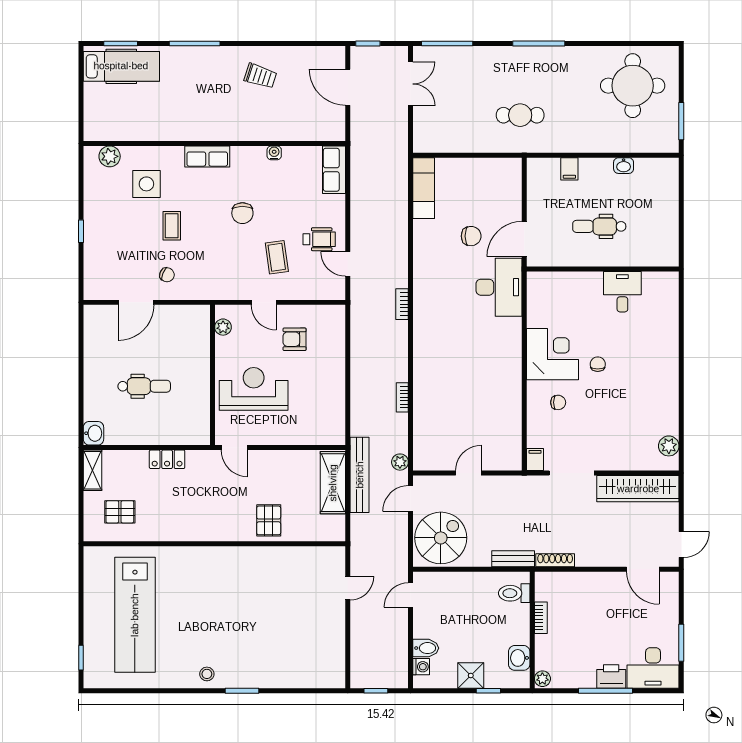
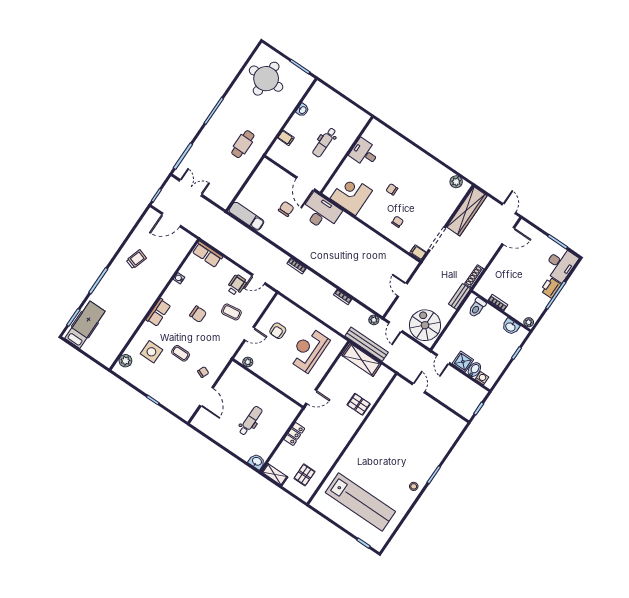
corner desk: (552, 354) -> (351, 194), moved
reception desk: (254, 389) -> (309, 350), moved
shower: (471, 675) -> (463, 362), moved

